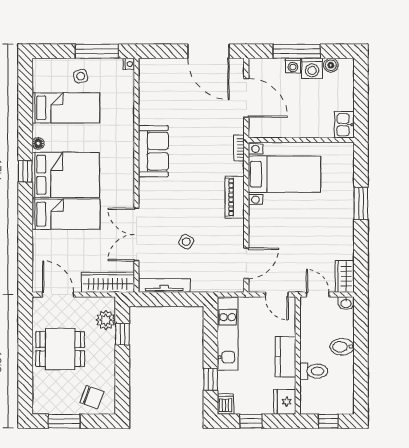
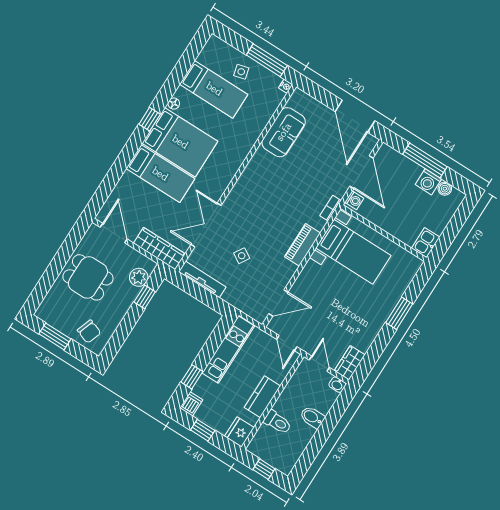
washing machine: (293, 66) -> (354, 200), moved, turned -90
sofa: (153, 151) -> (284, 132), moved

